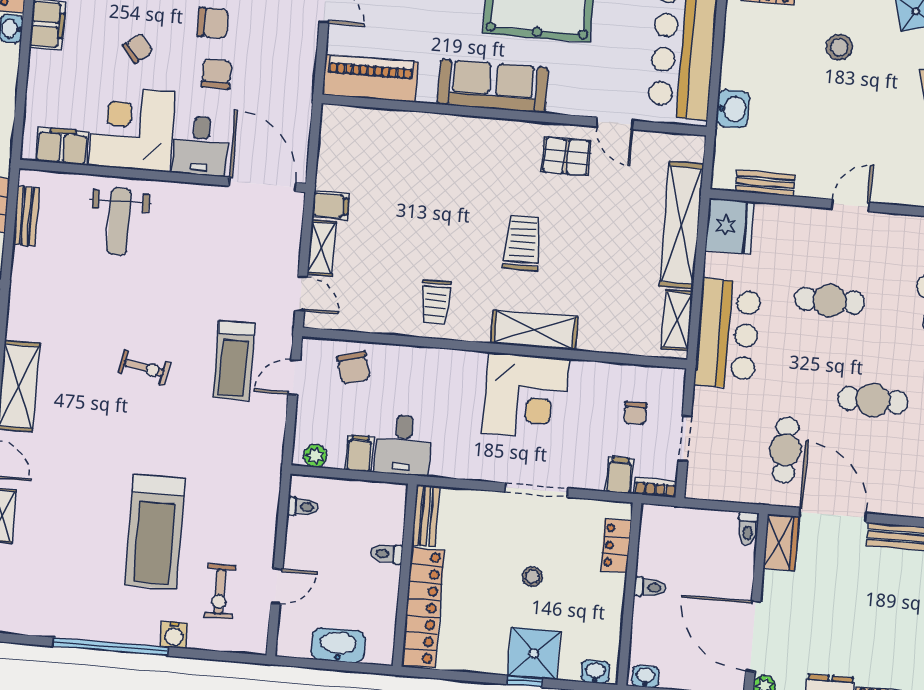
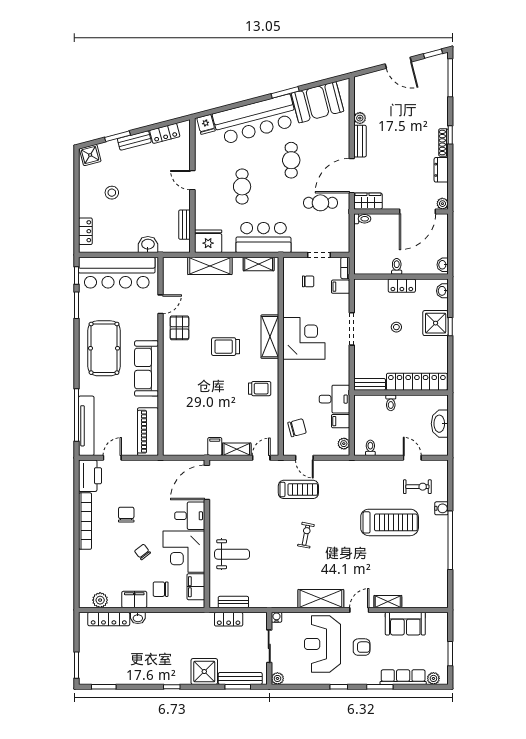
chair: (216, 74) -> (161, 589), moved
shelving: (681, 225) -> (210, 266), width x0.68
locker: (616, 546) -> (402, 286), moved

